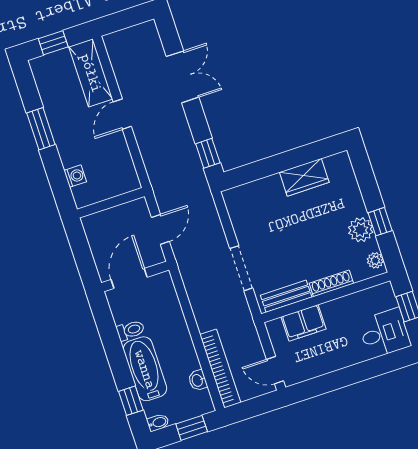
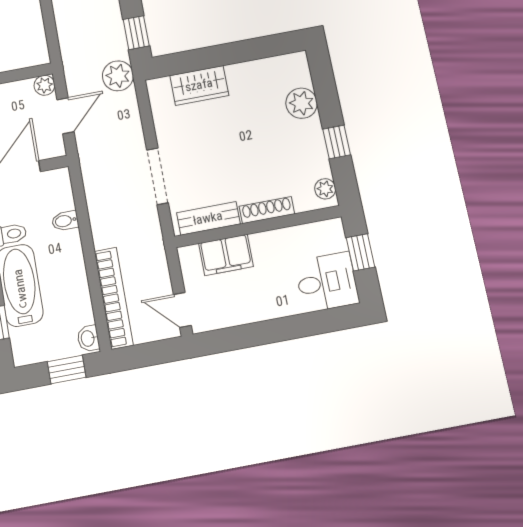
wardrobe: (304, 177) -> (199, 85), moved
plant: (198, 191) -> (118, 76), added
plant: (140, 207) -> (44, 85), added
plant: (361, 230) -> (302, 103), moved
washbasin: (198, 380) -> (88, 338), moved
bidet: (158, 423) -> (65, 221), moved, turned 180

